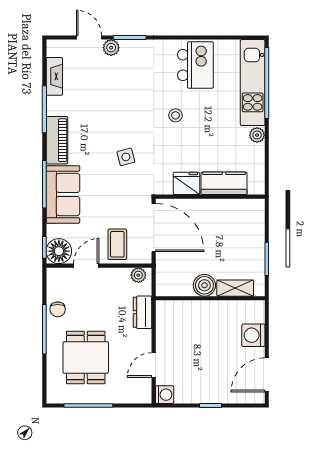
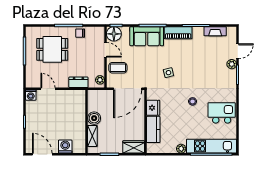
kitchen island: (195, 65) -> (222, 113), turned 180
wardrobe: (254, 217) -> (134, 147), added

